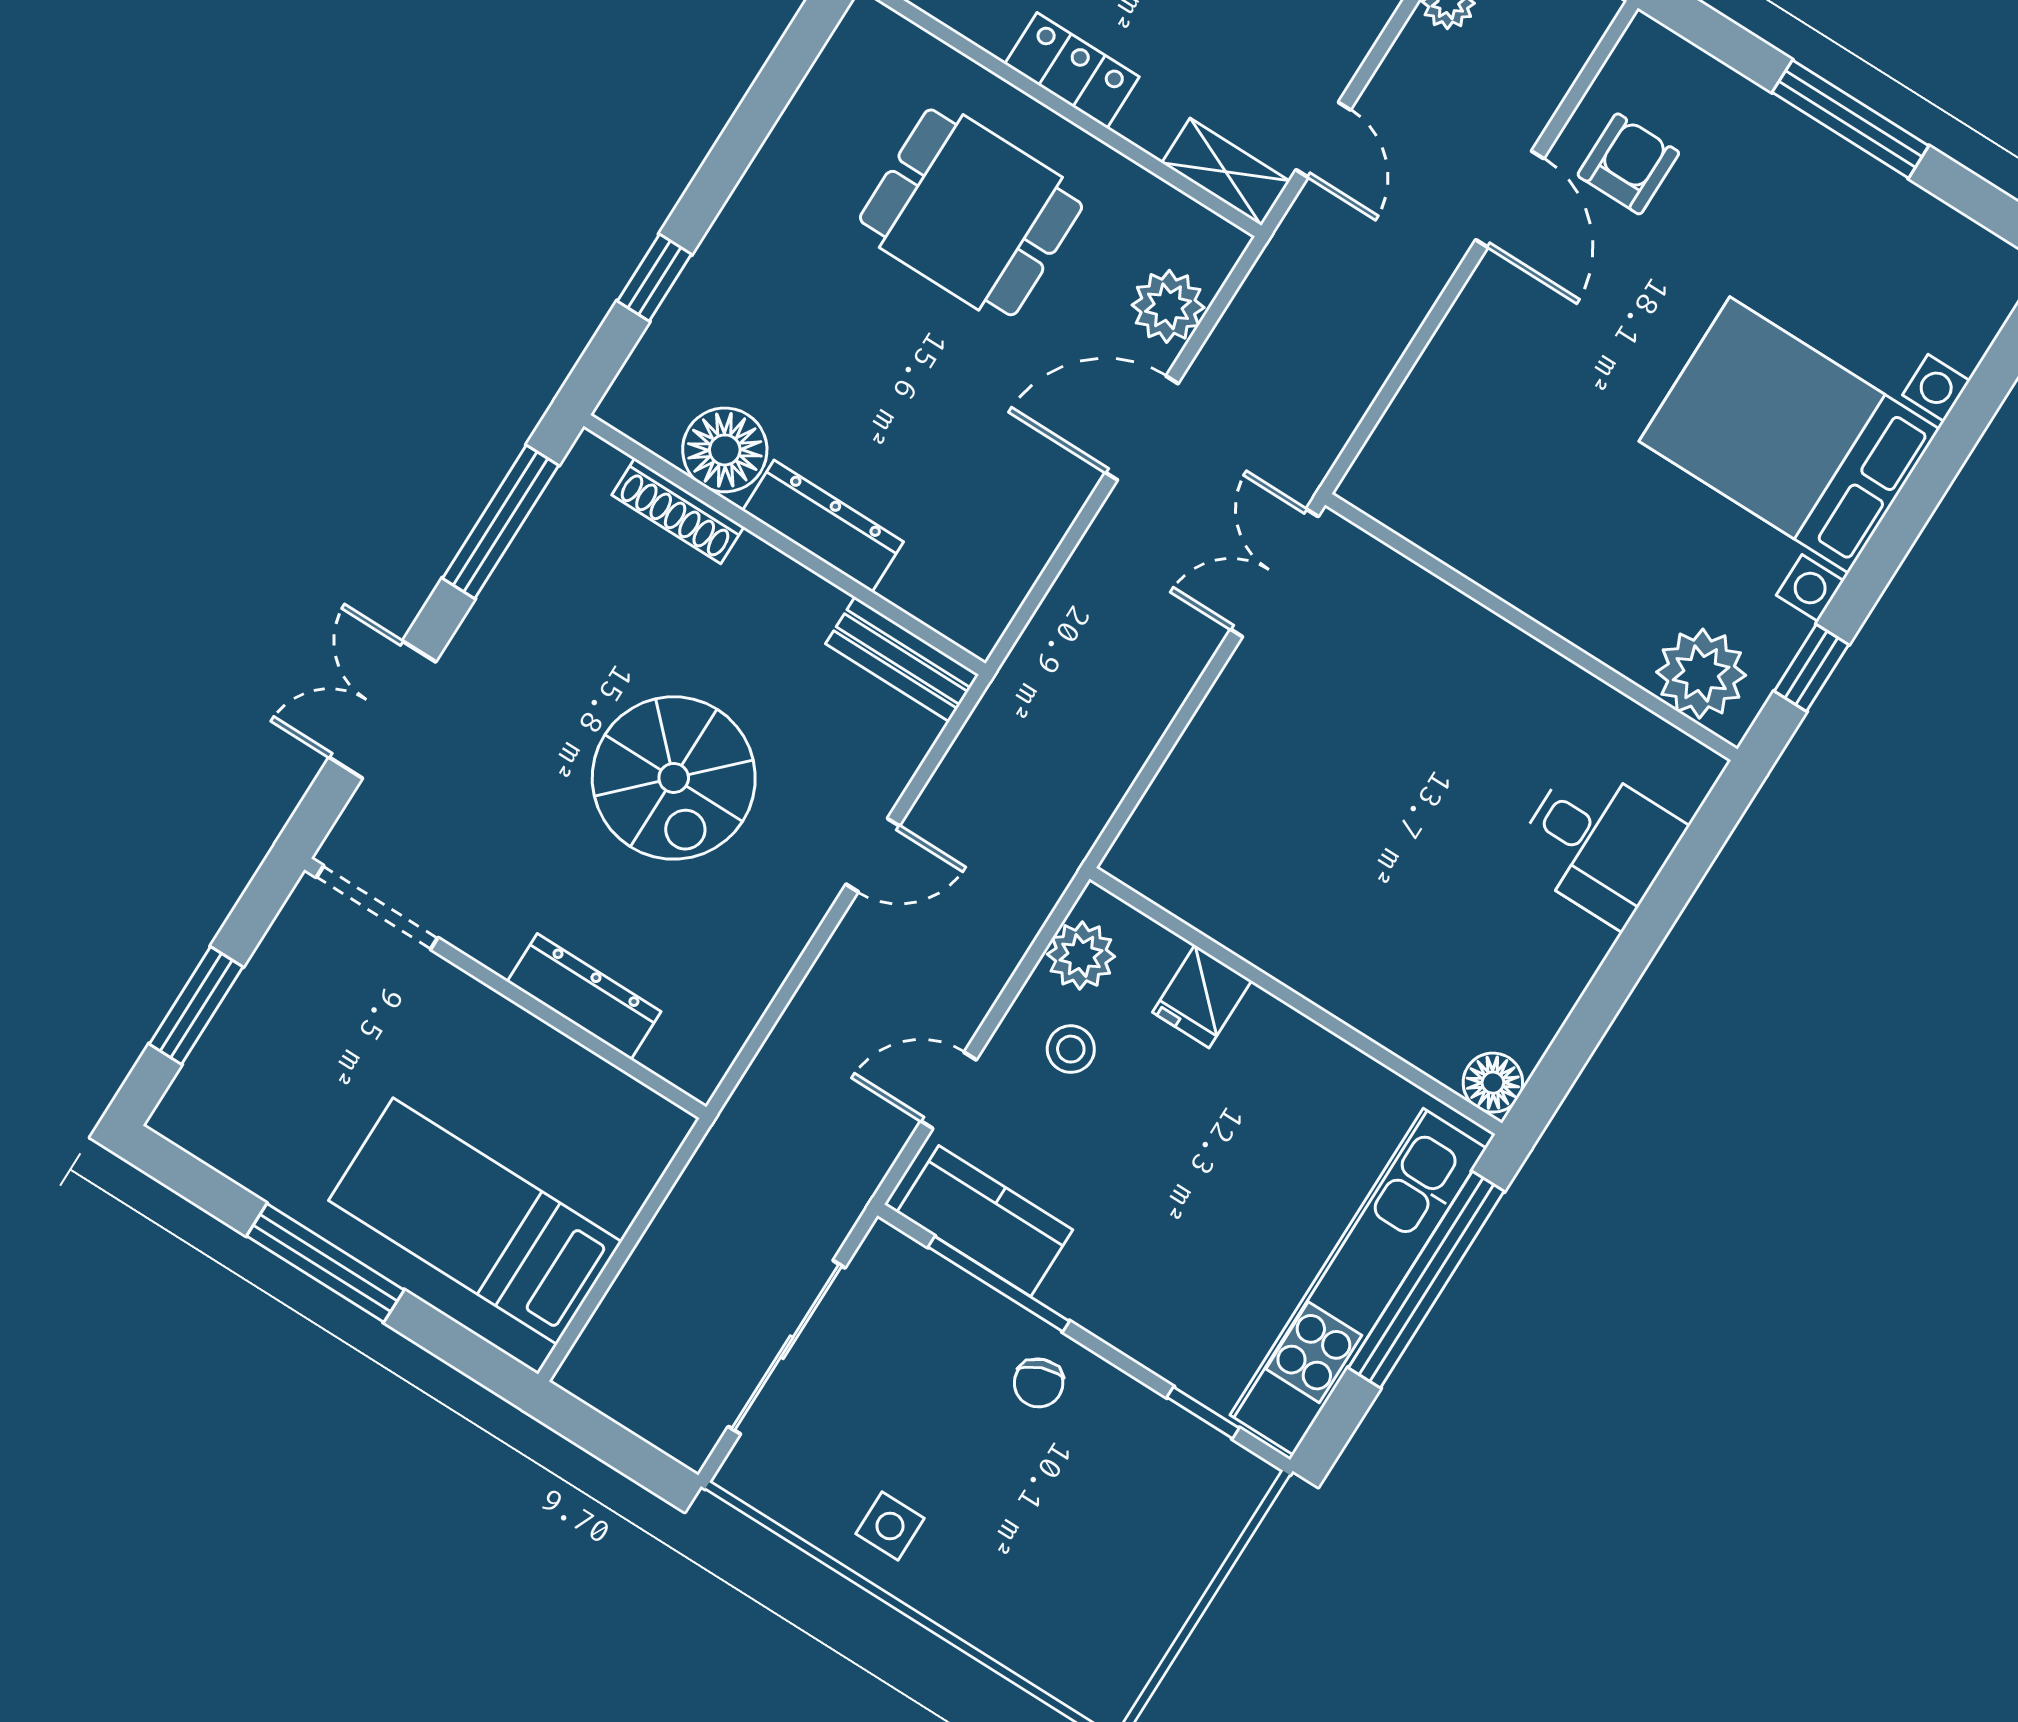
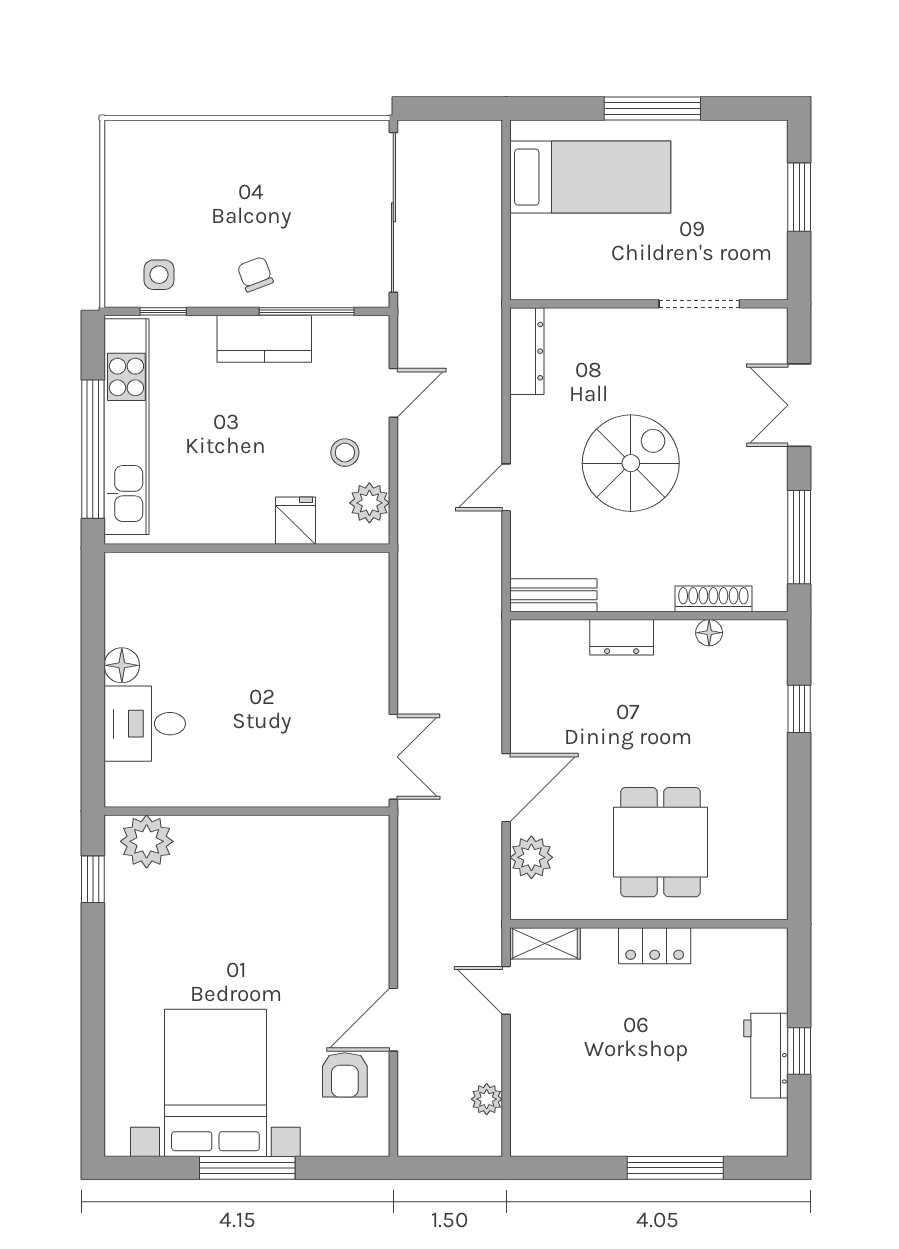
door: (1510, 199) -> (393, 1020), hinge flipped
dining table: (971, 212) -> (660, 842), turned 90
bed with nightstands: (1789, 435) -> (215, 1083), moved, turned -90
floor lamp: (725, 450) -> (709, 633), width x0.53, depth x0.53
dresser: (823, 526) -> (622, 637), width x0.70
double door: (382, 710) -> (799, 405), swing flipped
spiral stairs: (674, 778) -> (631, 463), turned 90
doorway: (377, 907) -> (699, 304), moved
dresser: (584, 997) -> (527, 351), moved, turned -90
floor lamp: (1493, 1083) -> (122, 665), moved
kitchen counter: (985, 1221) -> (264, 339), moved
sliding door: (787, 1347) -> (393, 212), width x1.36
side table: (890, 1526) -> (159, 275), moved

